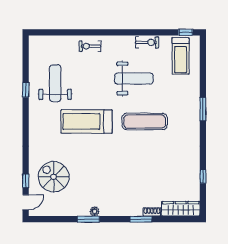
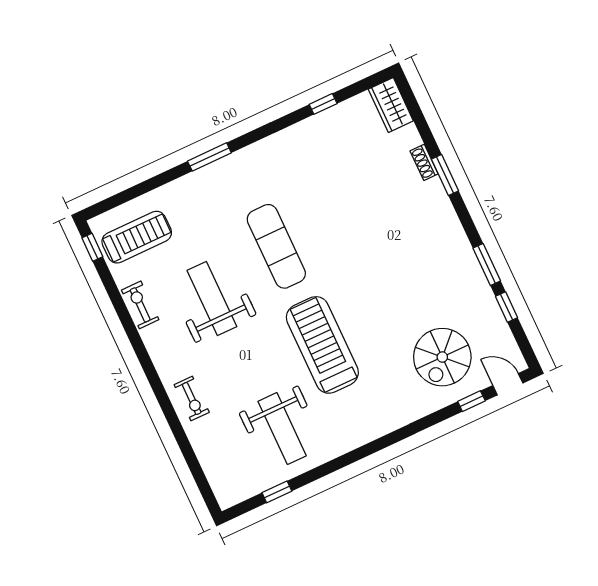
weight bench: (55, 83) -> (282, 429), turned -90
window: (26, 90) -> (277, 492), moved
treadmill: (87, 121) -> (322, 345), turned 180
wardrobe: (181, 209) -> (391, 105), width x0.67
plant: (95, 211) -> (469, 260), removed
window: (63, 219) -> (507, 307), added

